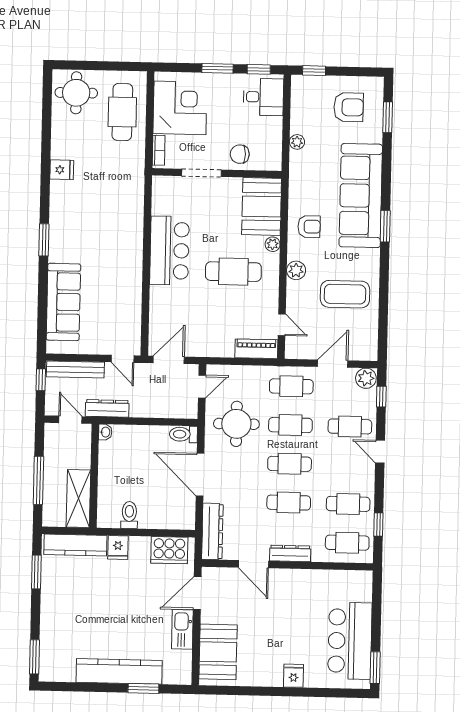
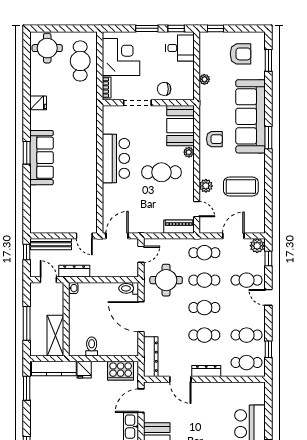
plant: (296, 270) -> (206, 186), moved
sofa: (63, 302) -> (42, 158), moved

